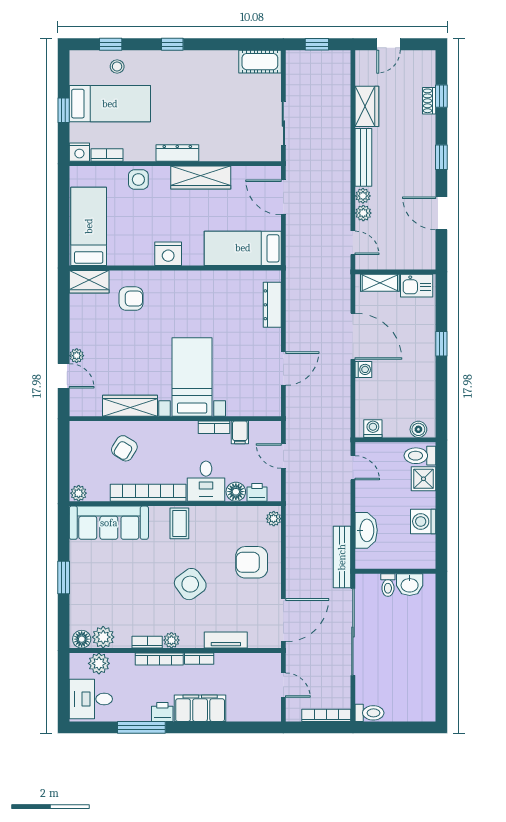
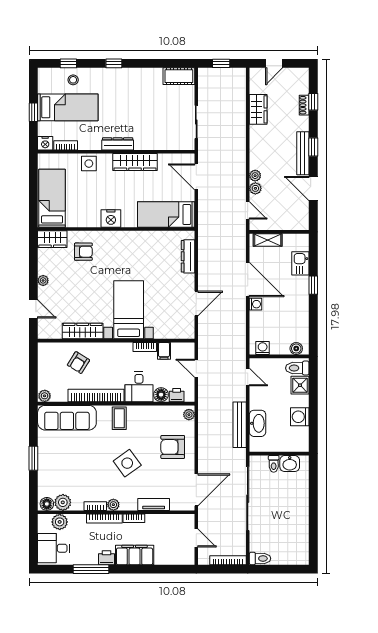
bench: (363, 157) -> (303, 153), moved
kitchen sink: (417, 286) -> (300, 263), moved, turned 90
plant: (77, 356) -> (43, 280), moved
bench: (342, 557) -> (240, 425), moved

